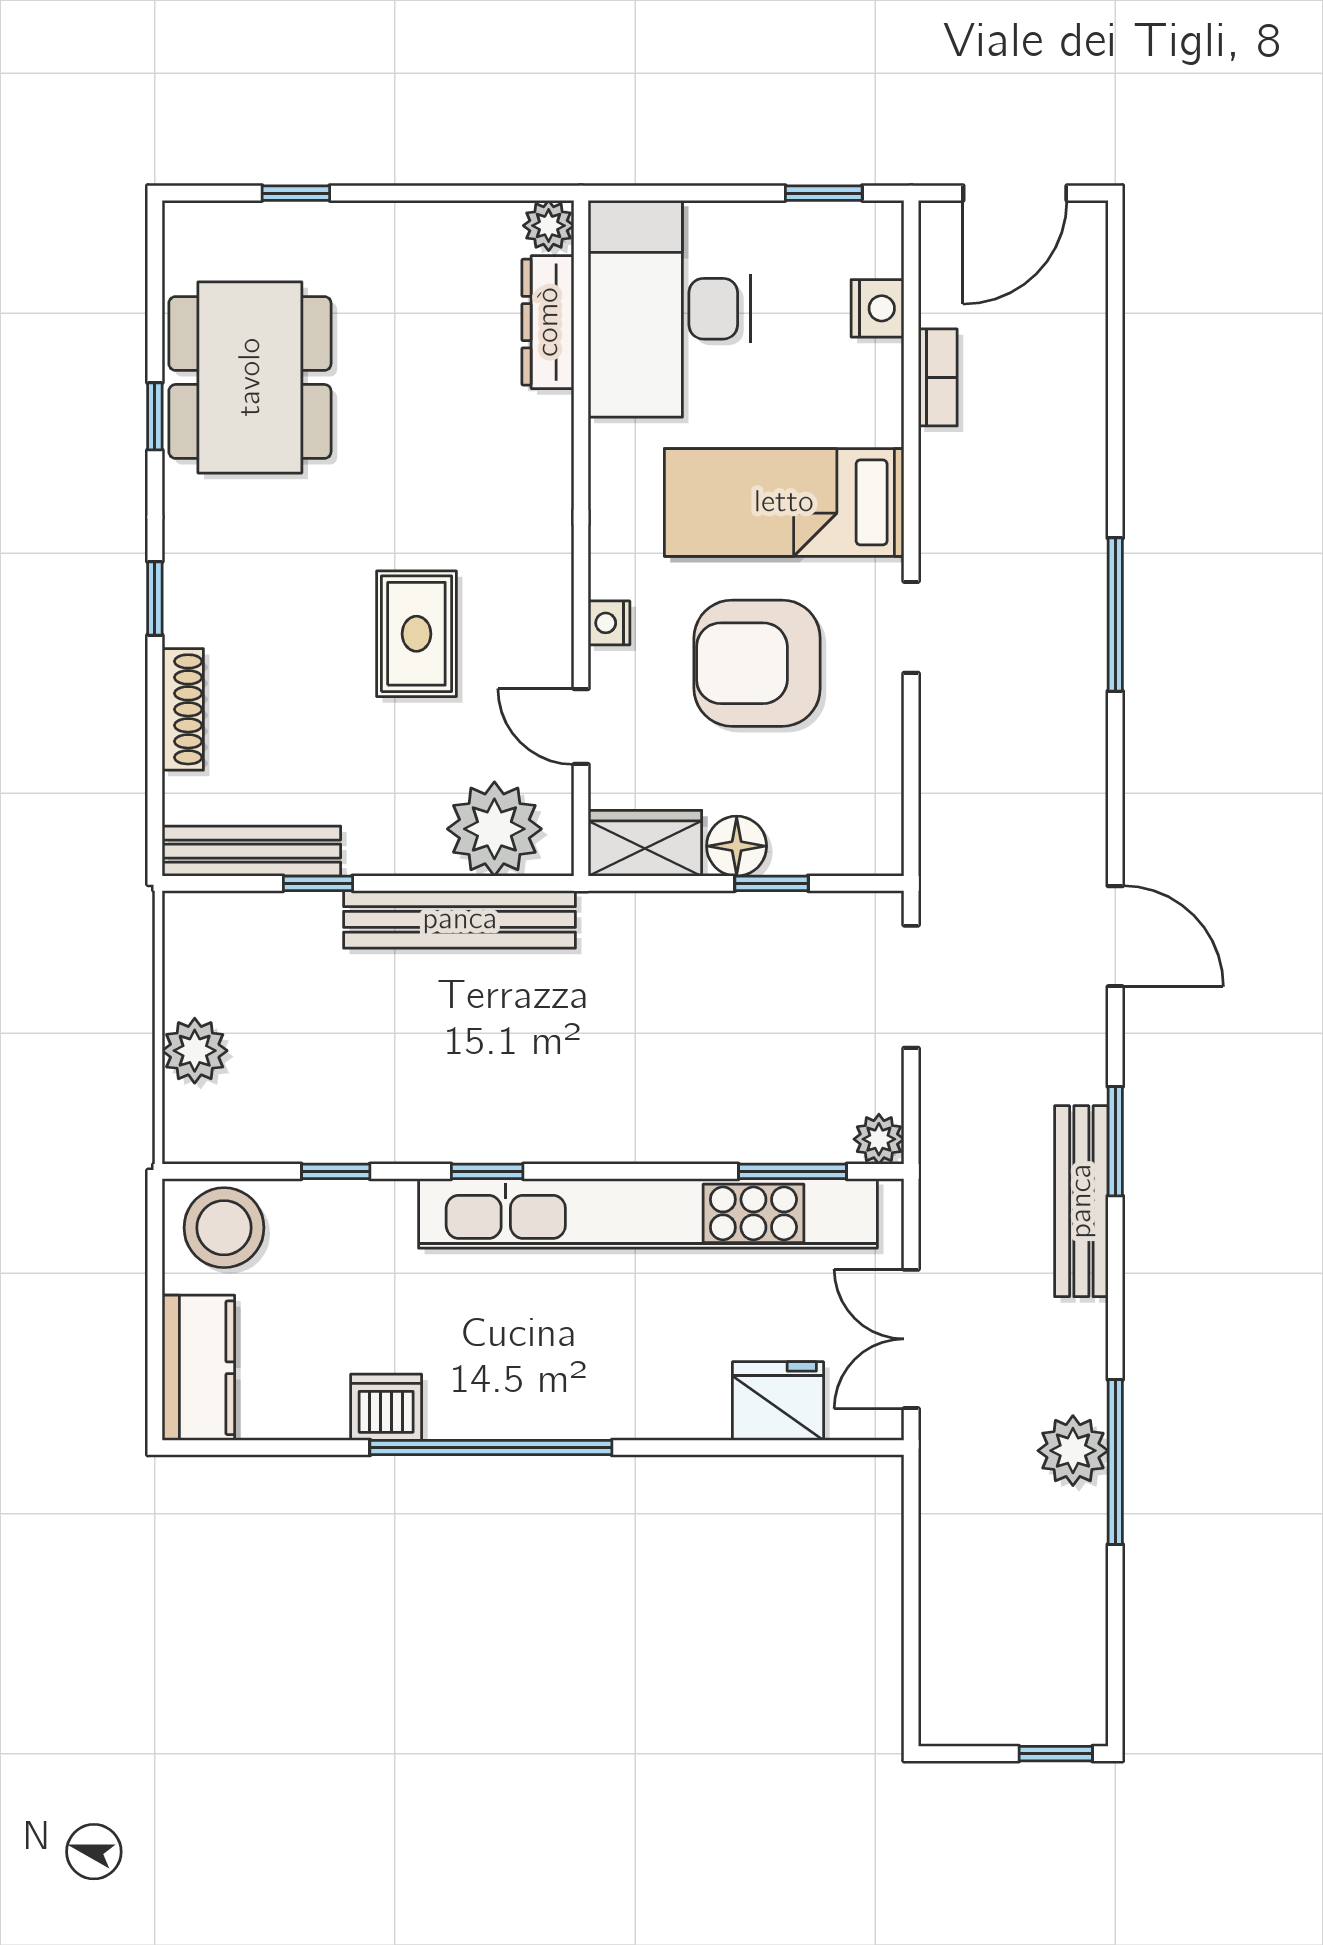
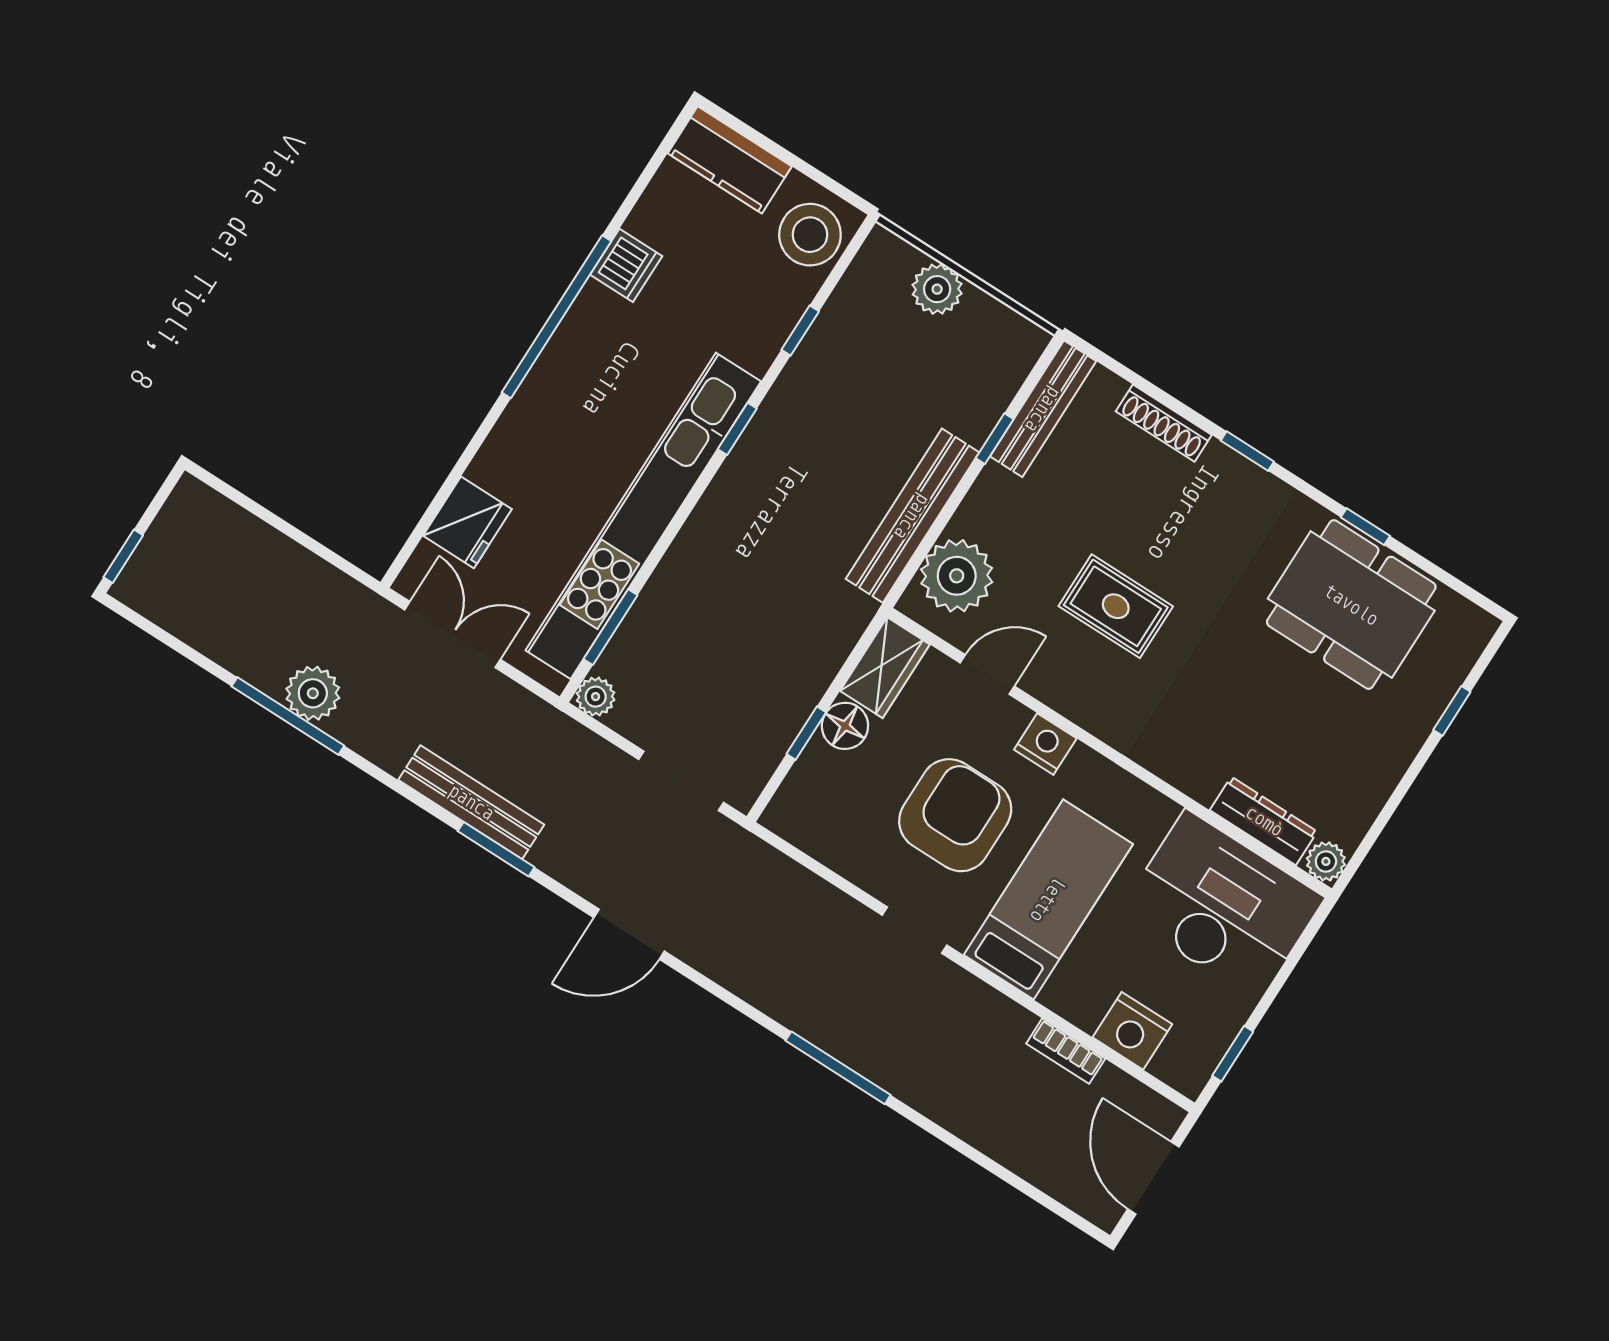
nightstand: (877, 308) -> (1132, 1031), width x1.36, depth x1.33
nightstand: (609, 623) -> (1045, 744), width x1.39, depth x1.35

